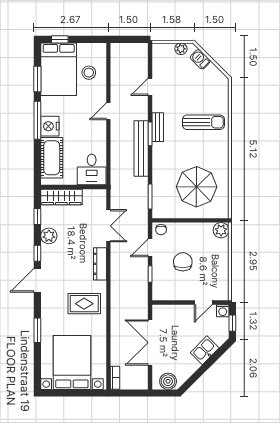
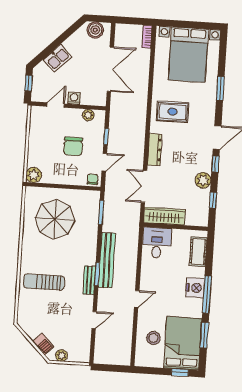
cot: (52, 158) -> (198, 252), width x0.73, depth x0.75
wardrobe: (61, 197) -> (164, 216), moved
plant: (170, 295) -> (88, 115), added
washing machine: (223, 311) -> (74, 98), moved

